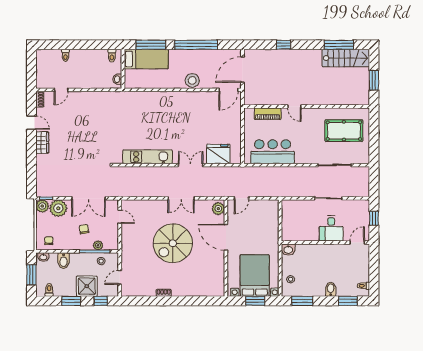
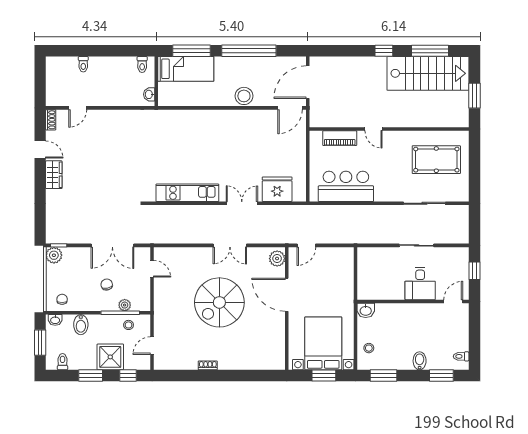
window: (284, 45) -> (384, 51), moved
stairs: (346, 58) -> (428, 73), width x1.36, depth x1.51
plant: (58, 208) -> (74, 258), removed

